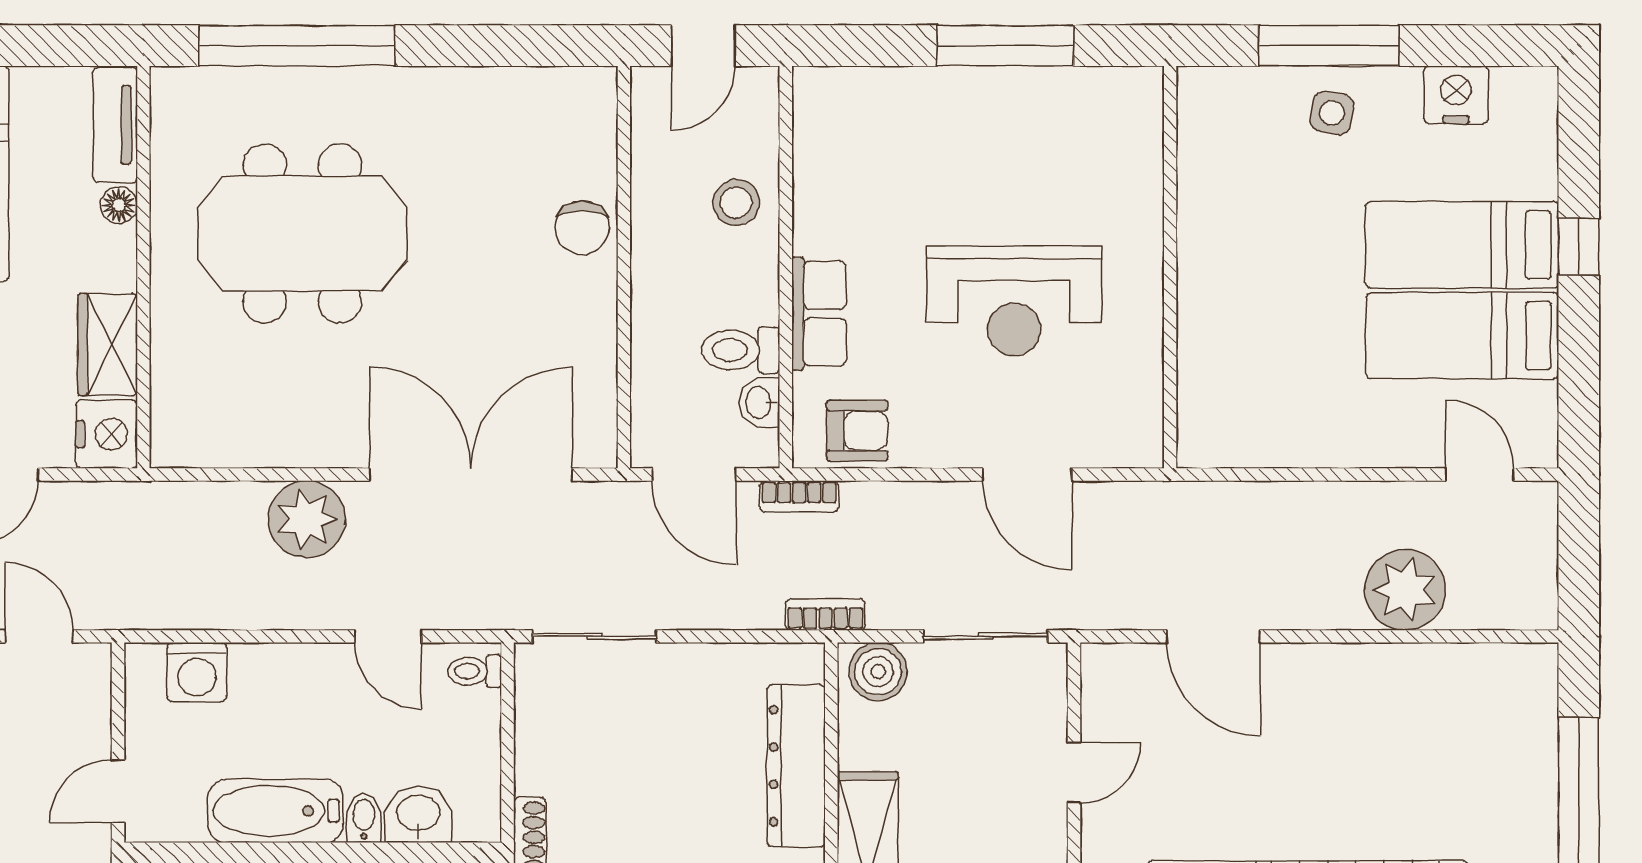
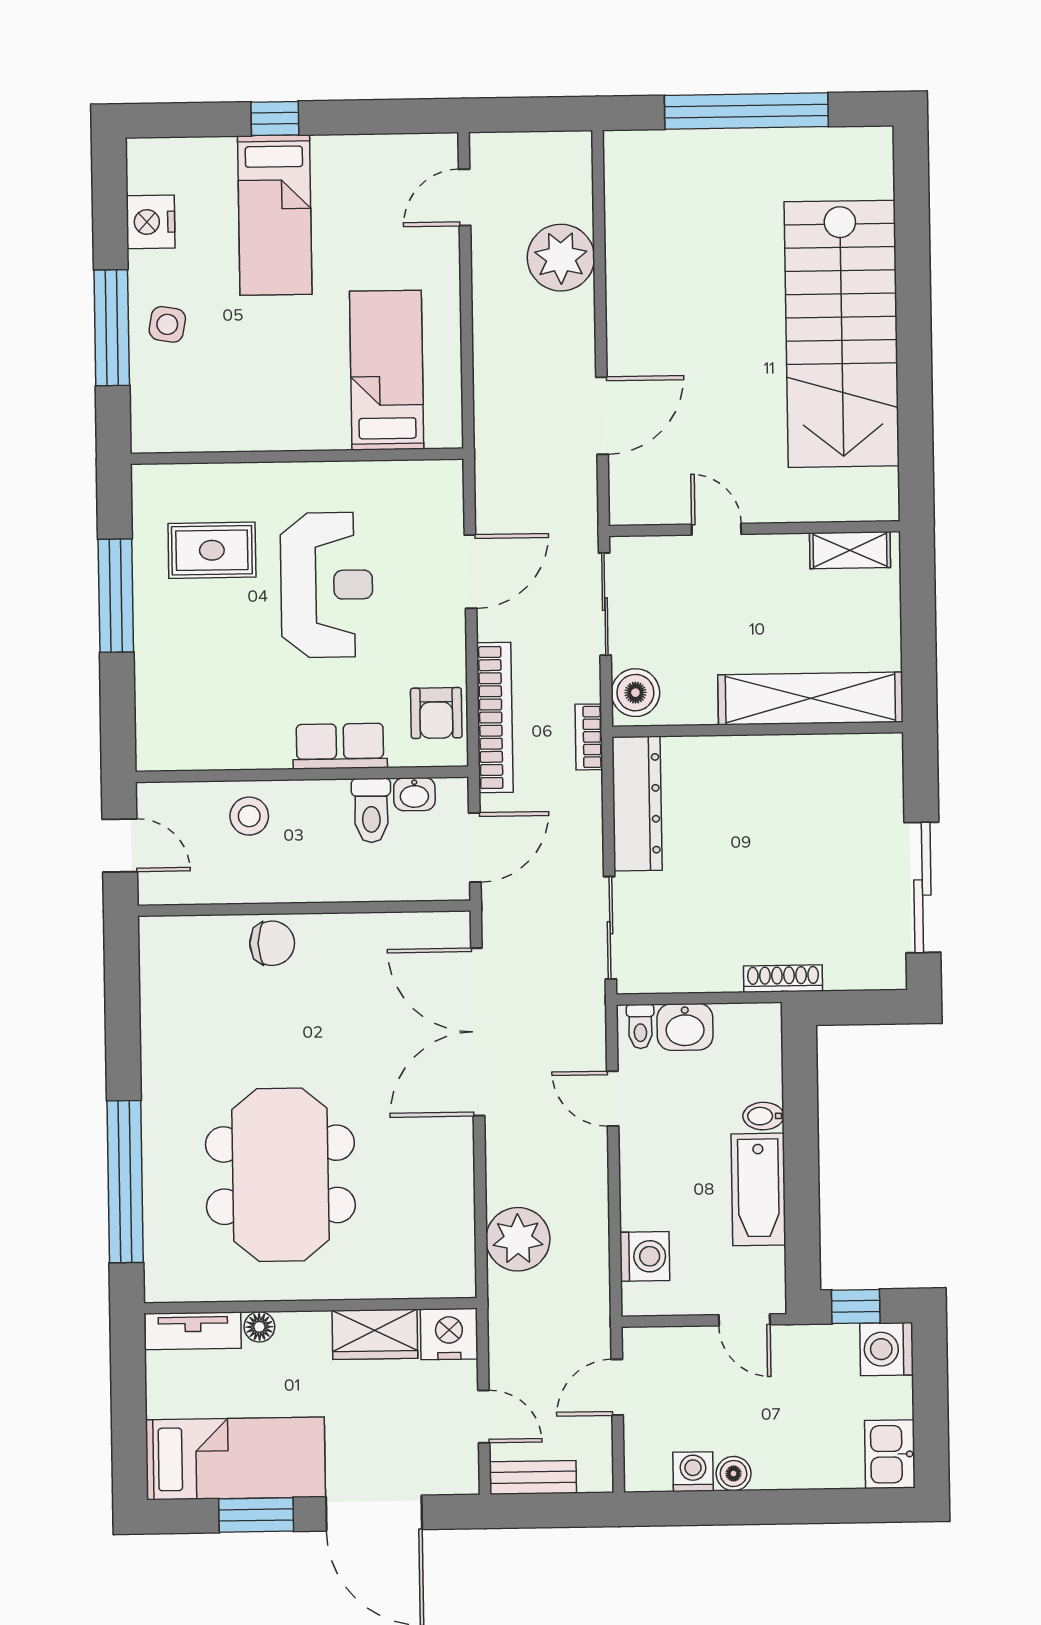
rug: (1058, 162) -> (212, 550), added
bed: (1462, 336) -> (387, 370), moved, turned 180
armchair: (857, 431) -> (436, 713), turned 180
bookcase: (799, 496) -> (495, 717), width x2.31, depth x1.31
plant: (307, 519) -> (518, 1239), moved
door: (388, 636) -> (613, 1099), swing flipped
dresser: (796, 766) -> (637, 804), moved, turned -90
washbasin: (418, 814) -> (685, 1027), moved, turned -90

